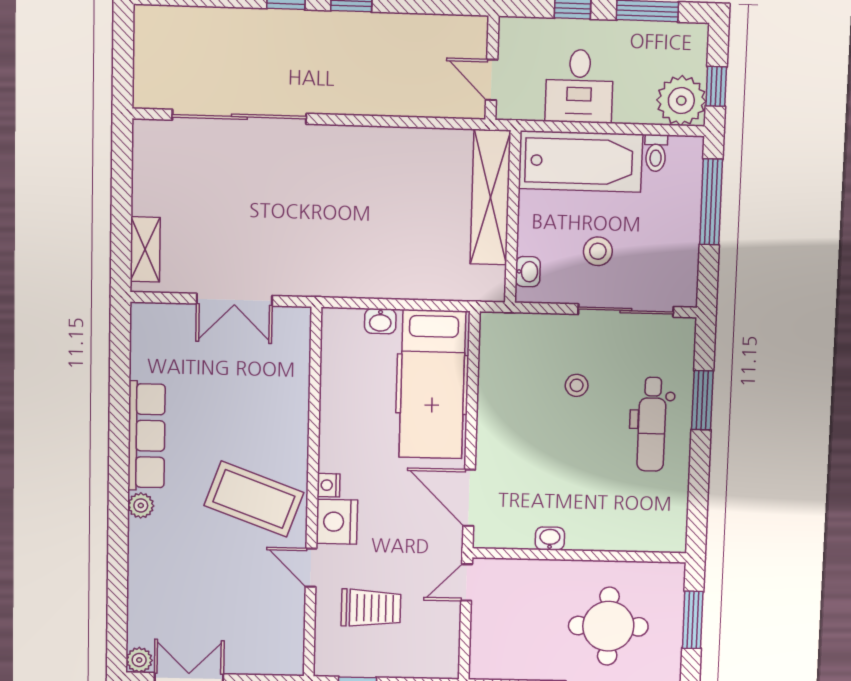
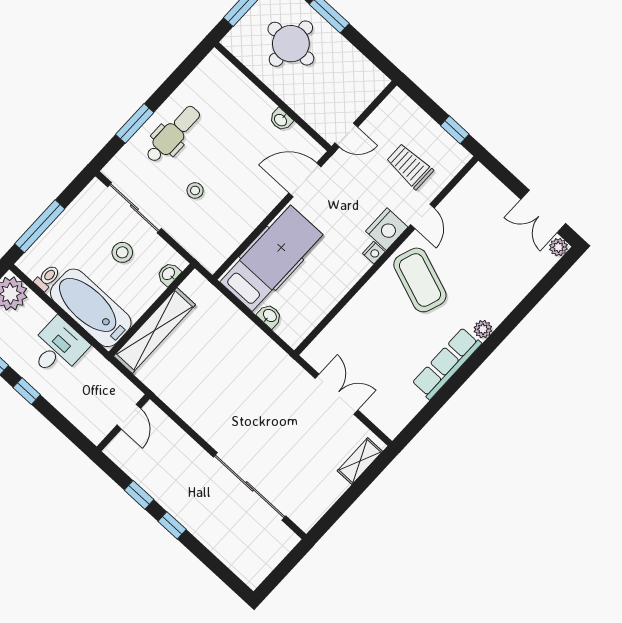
wall: (492, 68) -> (123, 423), moved
door: (492, 80) -> (129, 417), moved
door: (469, 498) -> (305, 180), swing flipped

